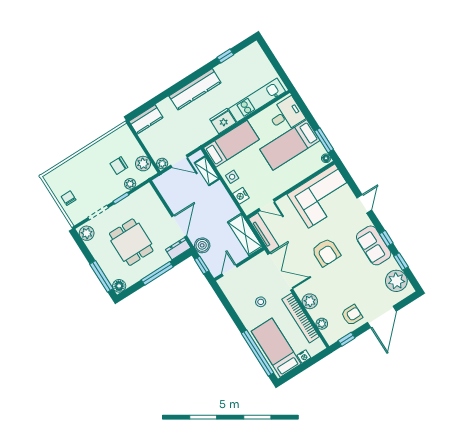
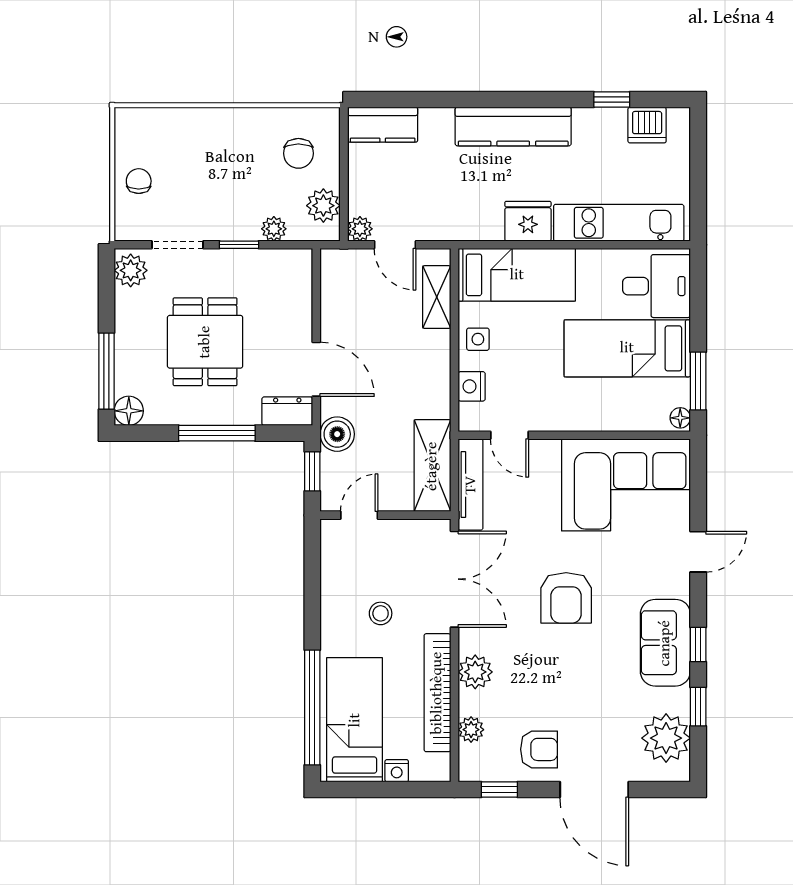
dishwasher: (245, 57) -> (647, 125), added
chair: (119, 165) -> (298, 153), moved, turned -90
door: (179, 226) -> (316, 369), hinge flipped
door: (382, 317) -> (594, 789), hinge flipped

